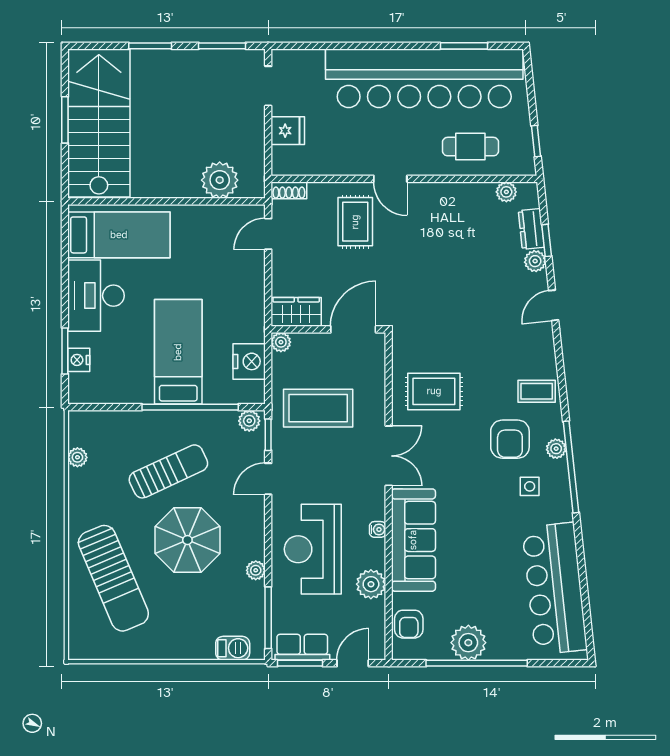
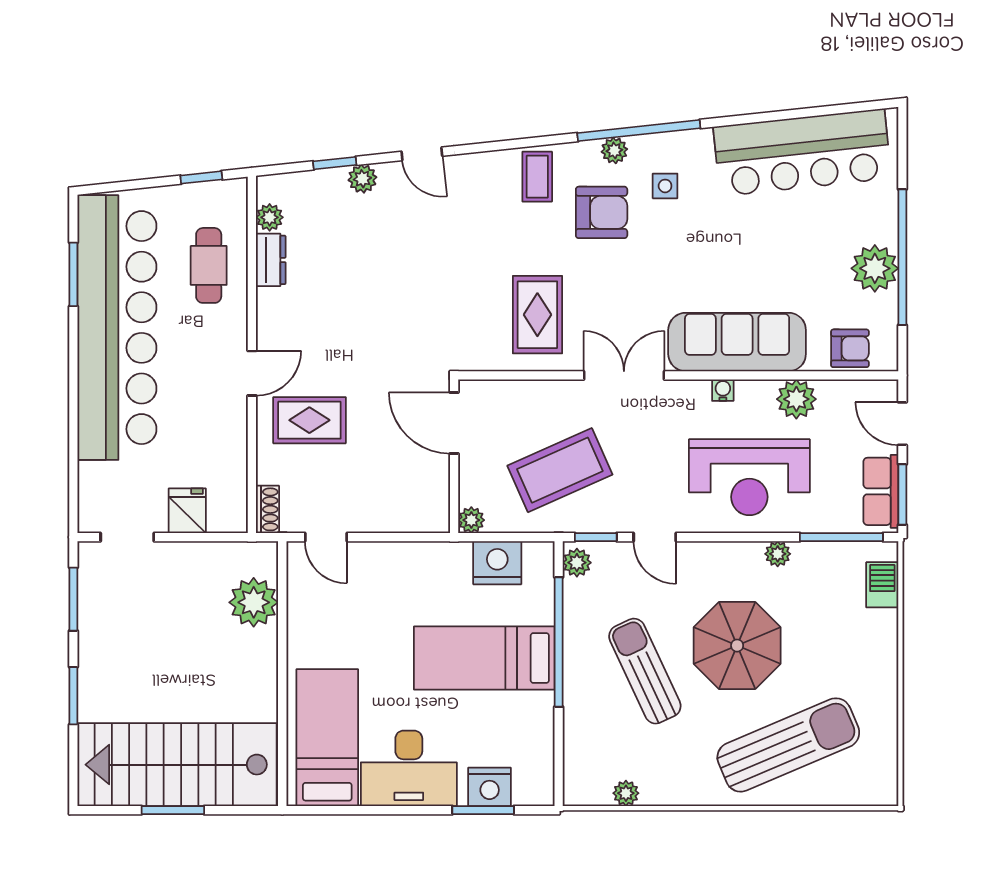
dresser: (531, 229) -> (271, 260), moved, turned -84
wardrobe: (296, 312) -> (431, 500), removed
nightstand: (79, 360) -> (490, 787), width x1.36, depth x1.33
coffee table: (318, 408) -> (560, 470), turned 66

